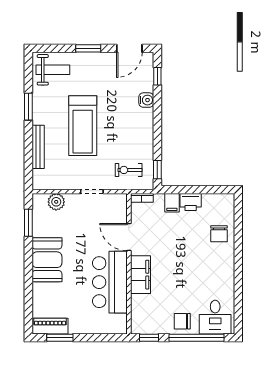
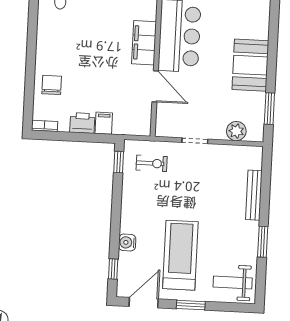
treadmill: (83, 126) -> (180, 255), moved
bookcase: (142, 198) -> (45, 126), moved

